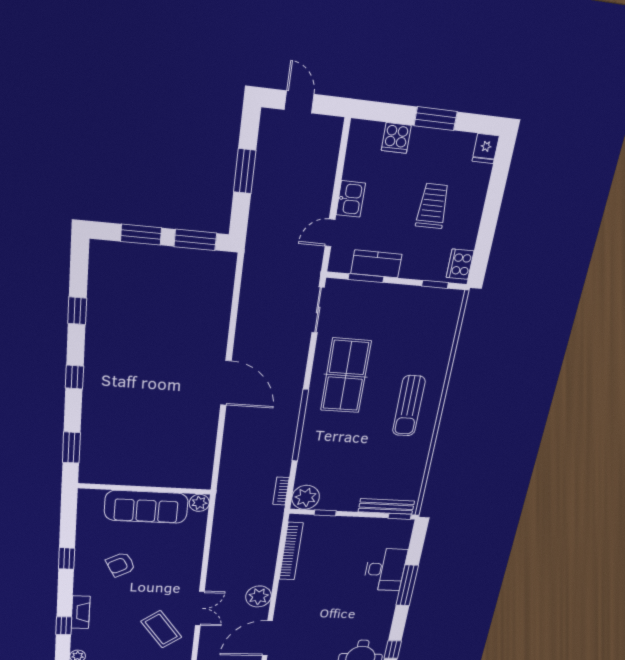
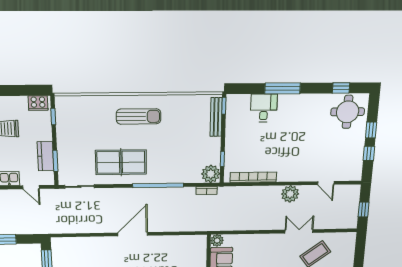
desk: (385, 570) -> (264, 108), width x0.73
door: (267, 638) -> (326, 183), width x0.53

